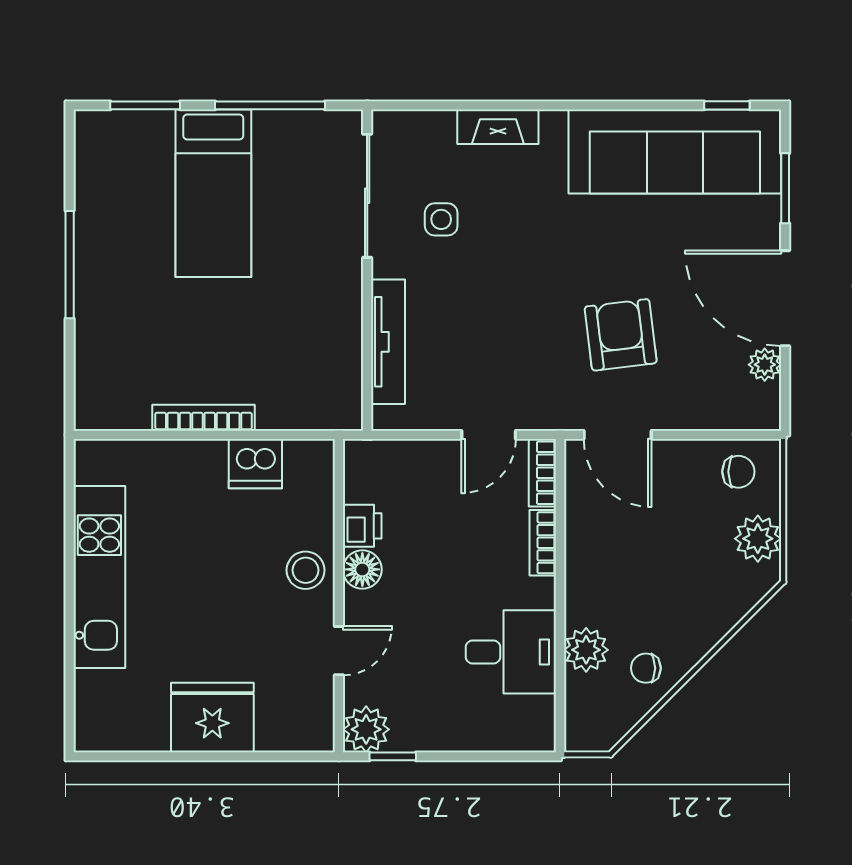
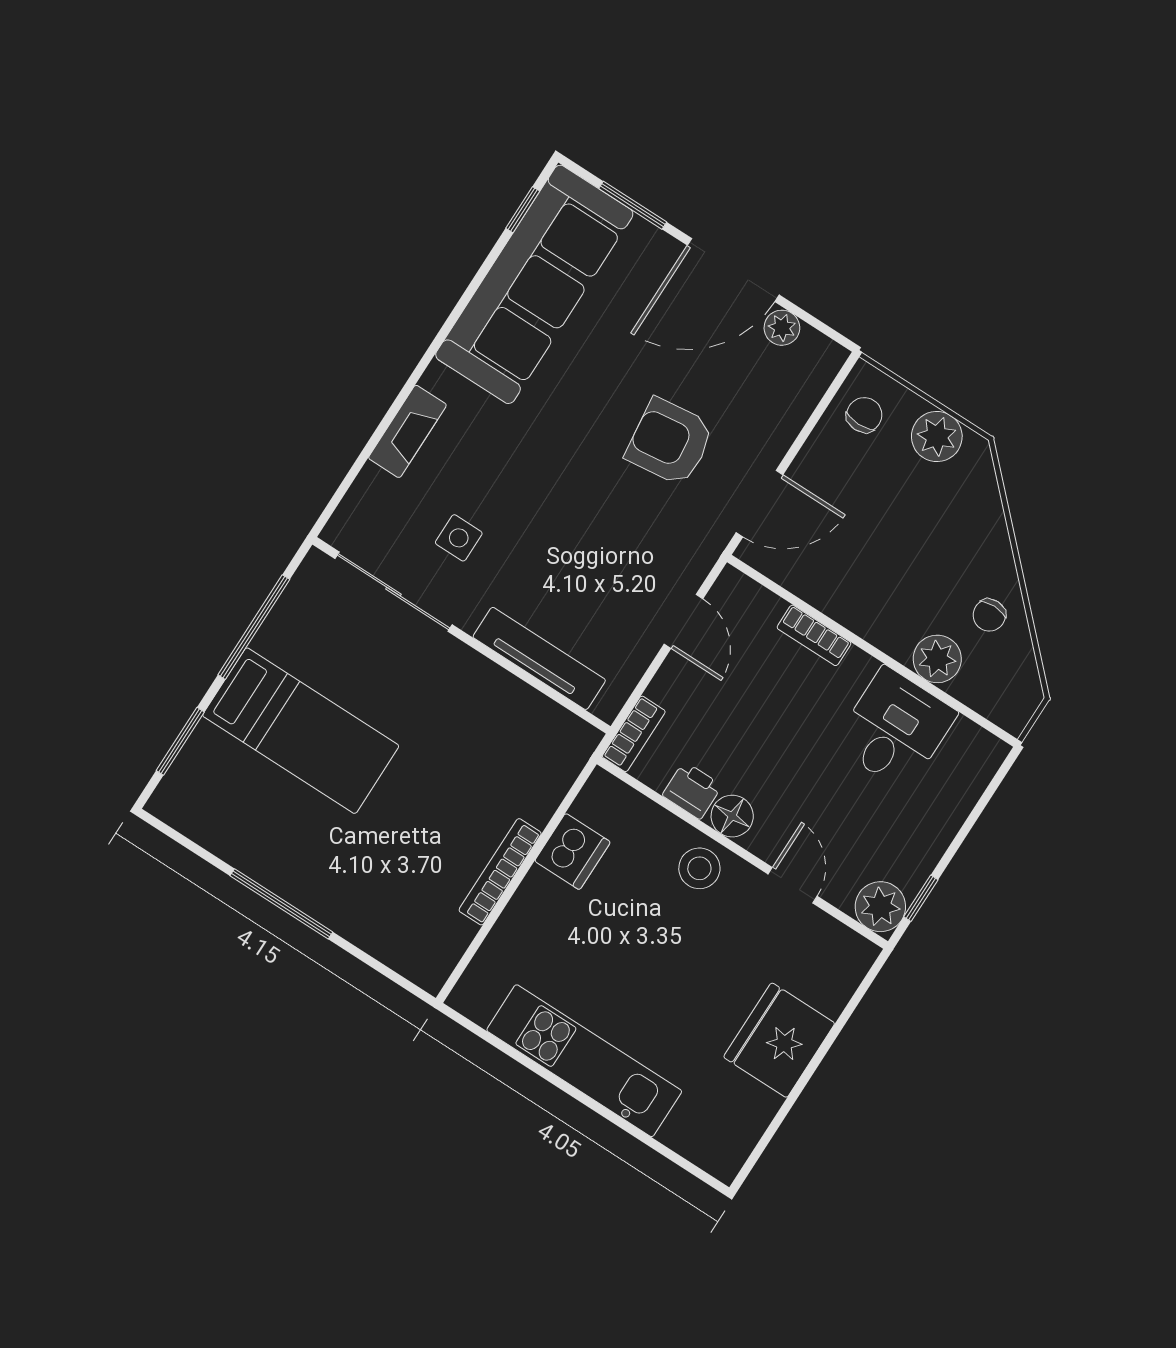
bookcase: (542, 473) -> (634, 734), moved, turned -90

